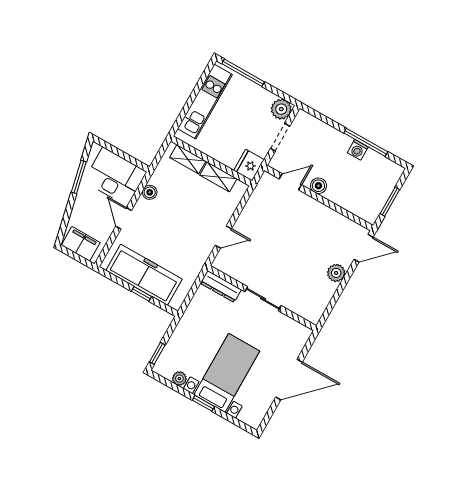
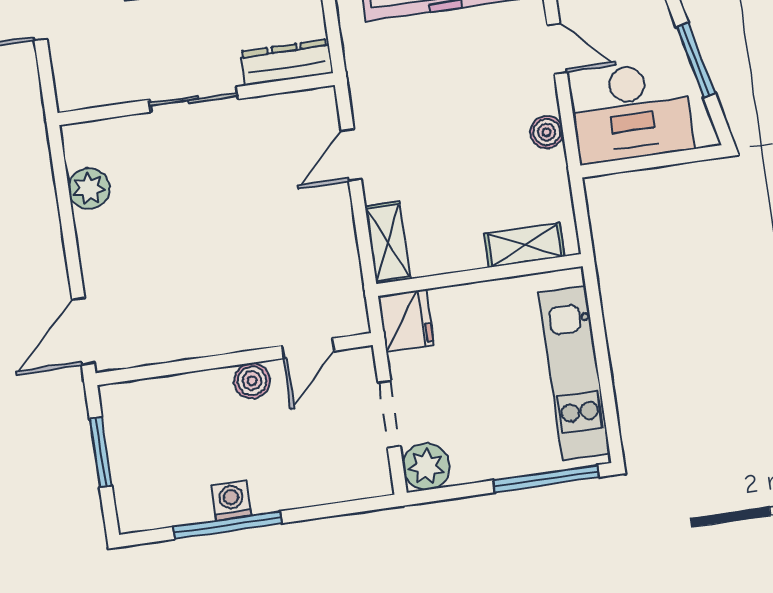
shelving: (218, 177) -> (388, 243), moved, turned 90
plant: (336, 273) -> (89, 189), moved

